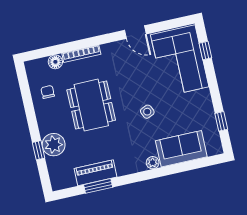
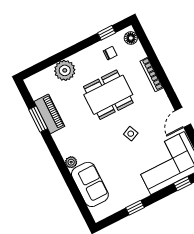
floor lamp: (55, 62) -> (131, 38), moved
side table: (147, 112) -> (131, 134), moved
window: (221, 121) -> (135, 208), moved
window: (39, 150) -> (107, 33), moved

